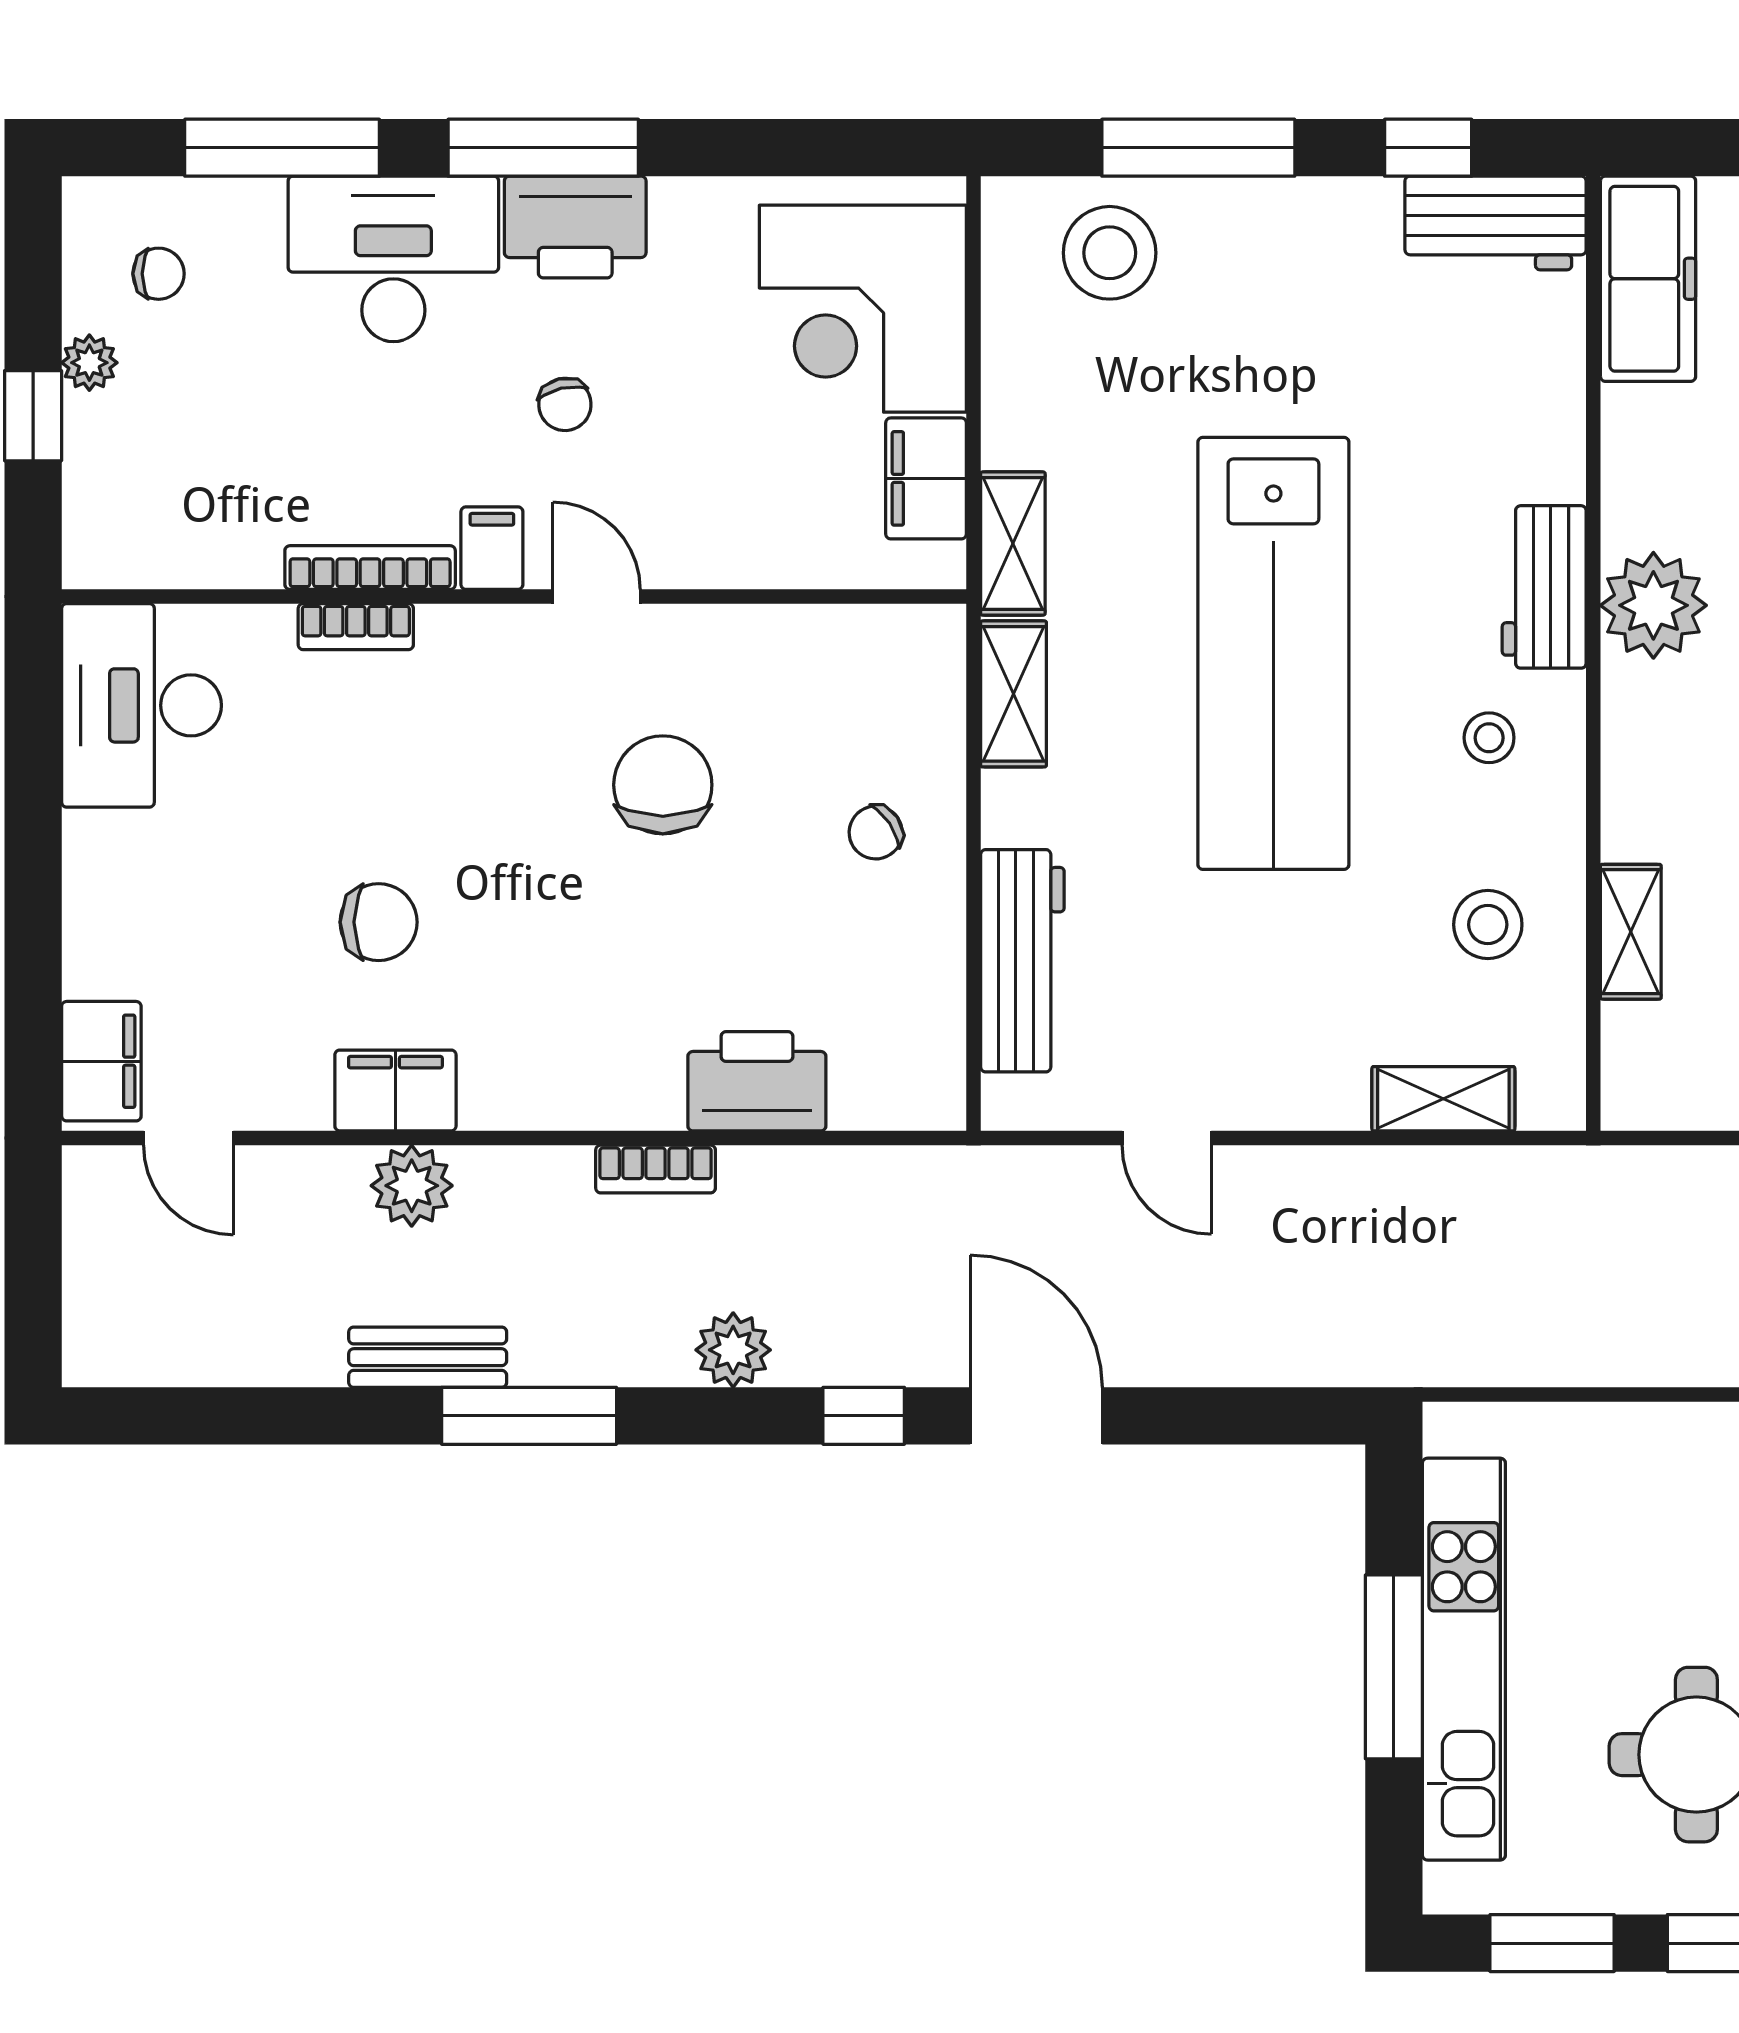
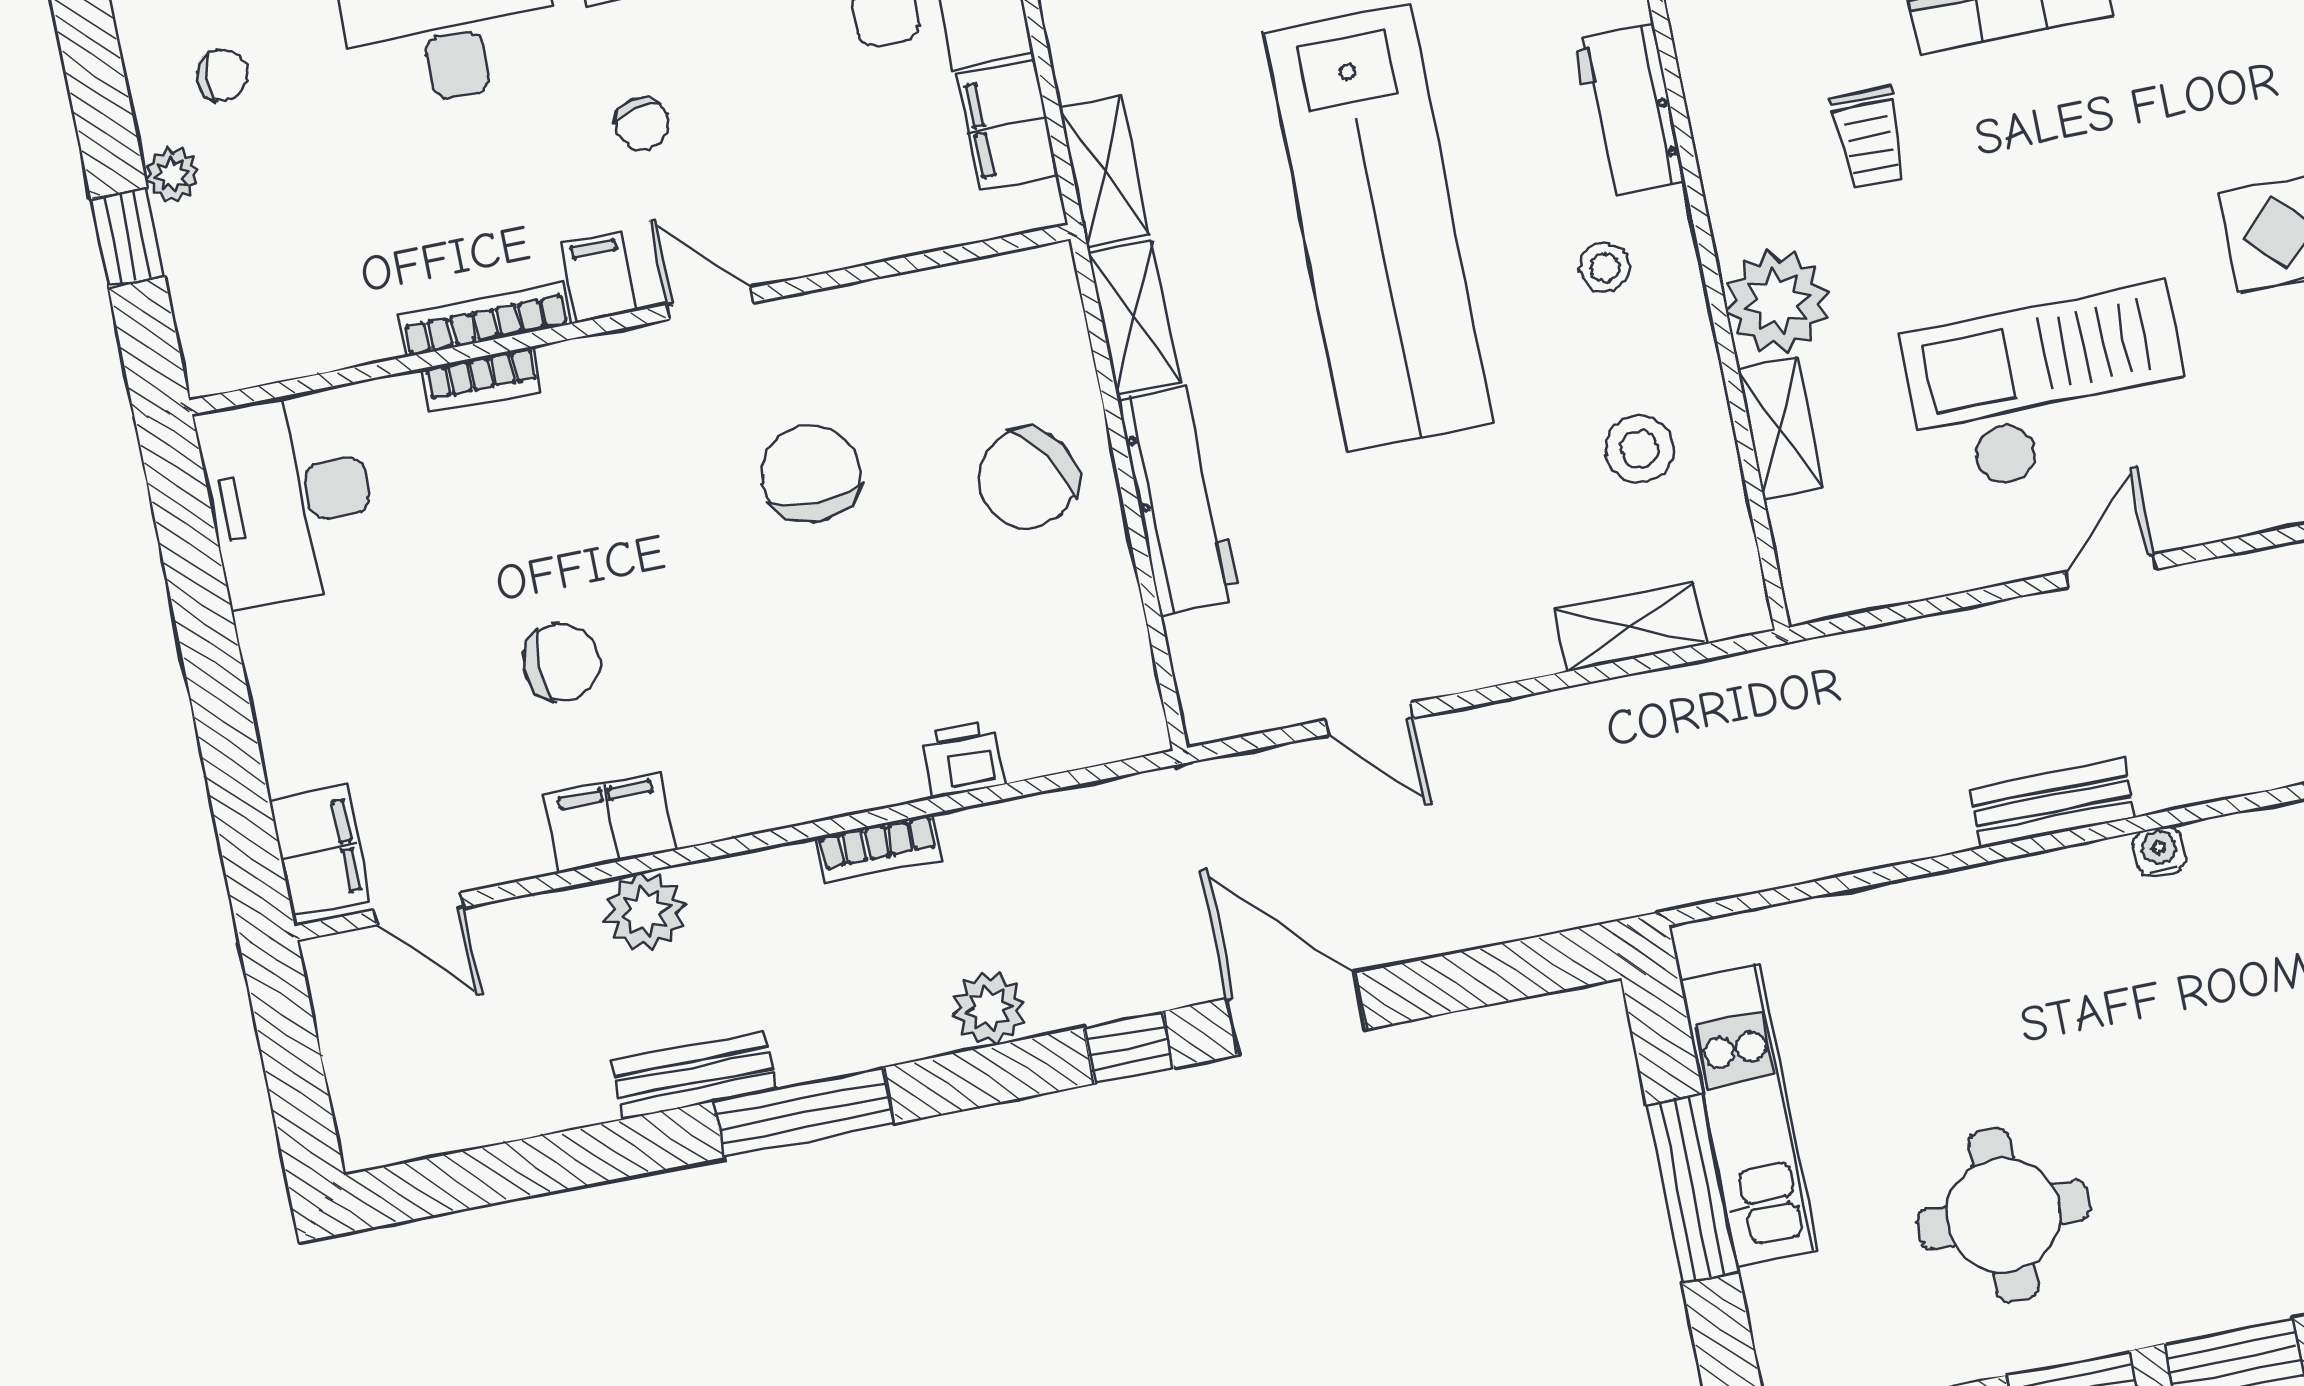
plant: (1653, 605) -> (1777, 301), moved
chair: (876, 832) -> (1027, 479), width x1.87, depth x1.87
workbench: (1022, 961) -> (1180, 500), moved
printer: (757, 1081) -> (963, 759), width x0.53, depth x0.68
kitchen unit: (1464, 1659) -> (1748, 1115), width x0.73

